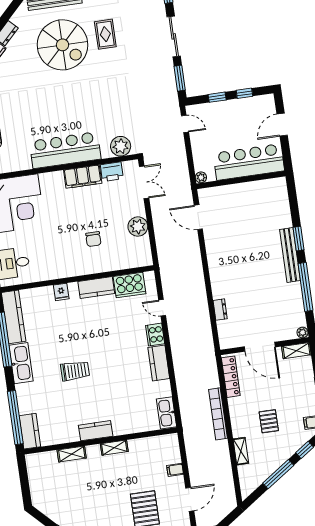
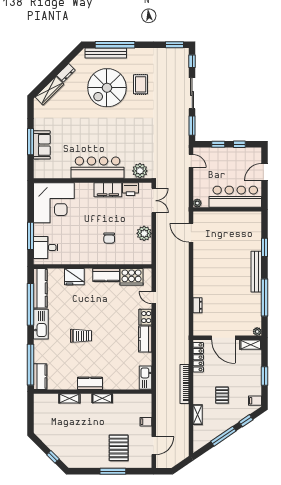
spiral stairs: (63, 45) -> (107, 88), turned 90
window: (299, 239) -> (264, 247), moved
fridge: (61, 292) -> (74, 277), width x1.88, depth x1.34

